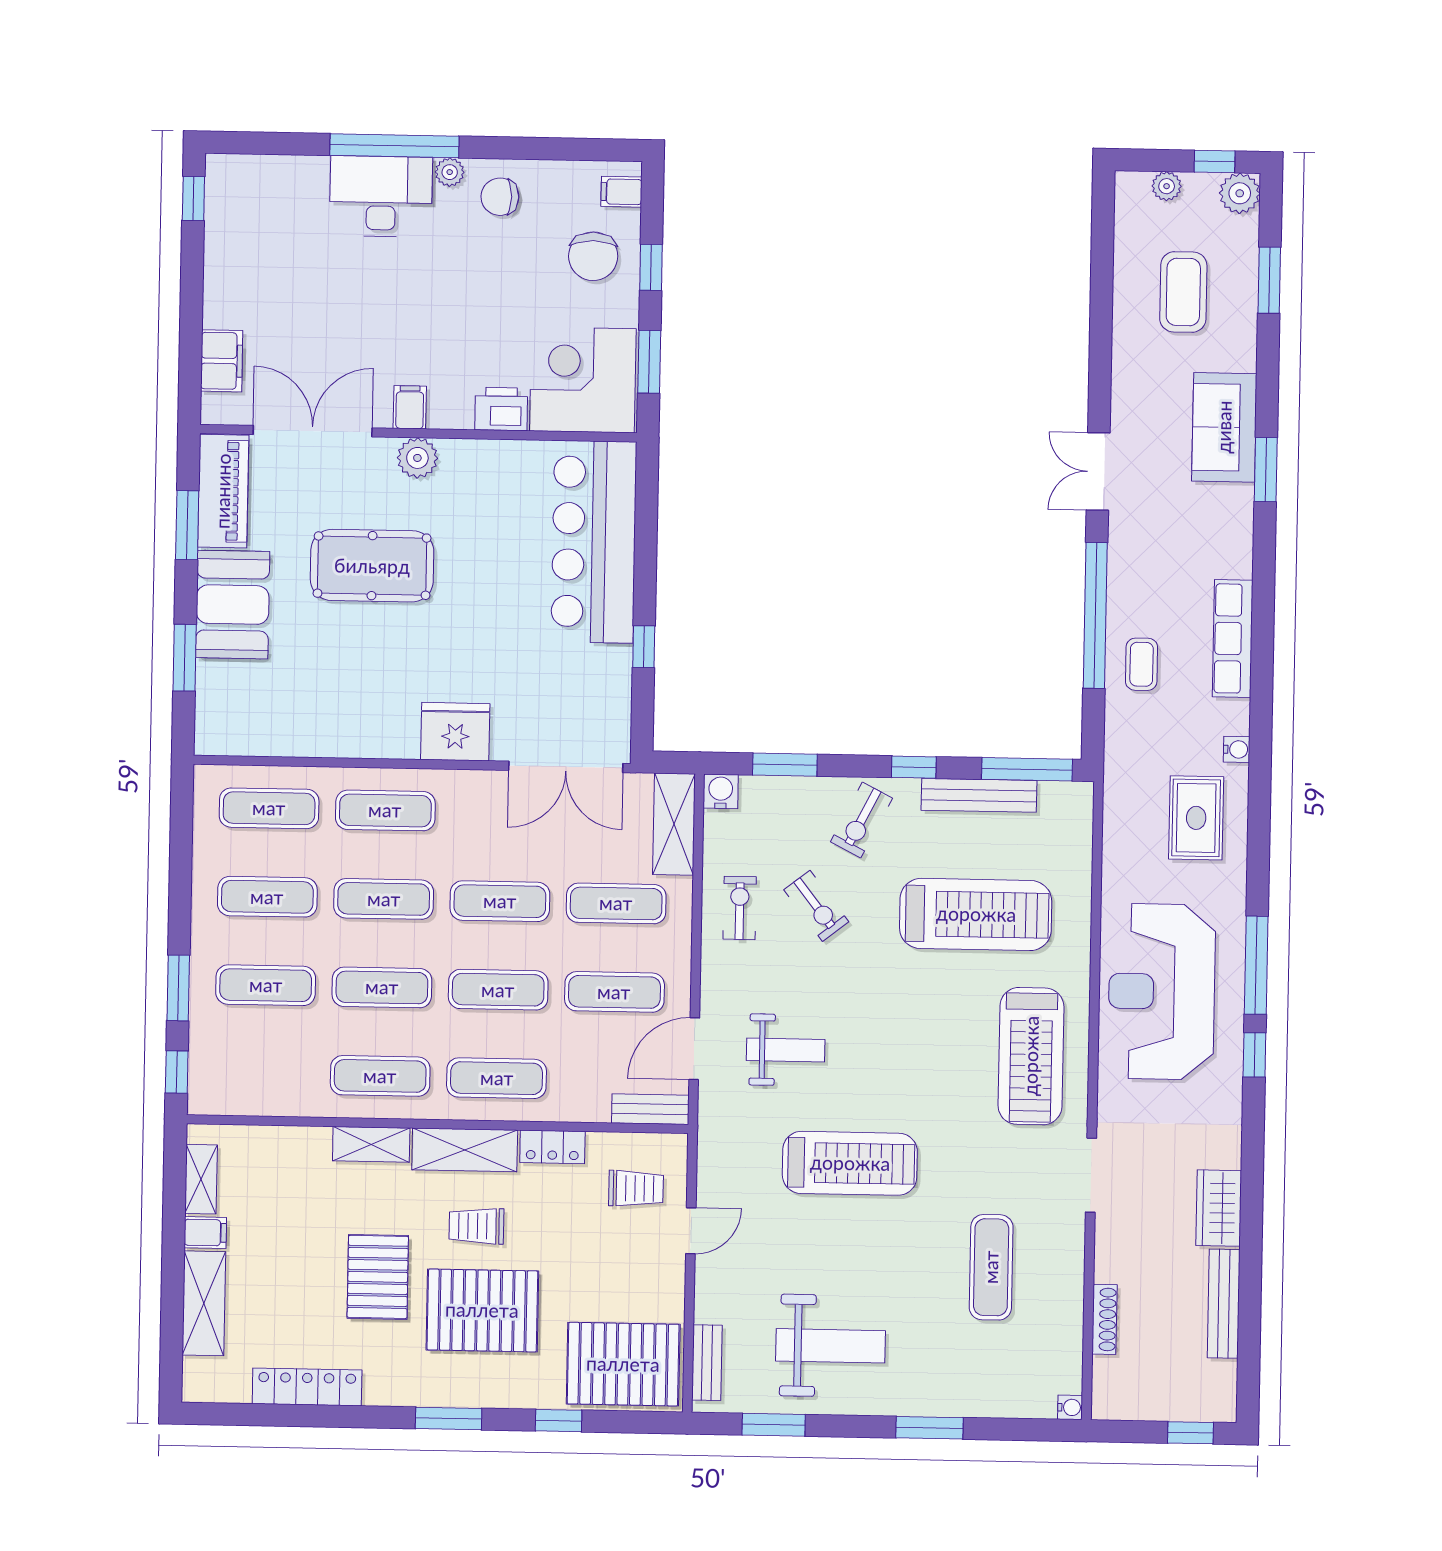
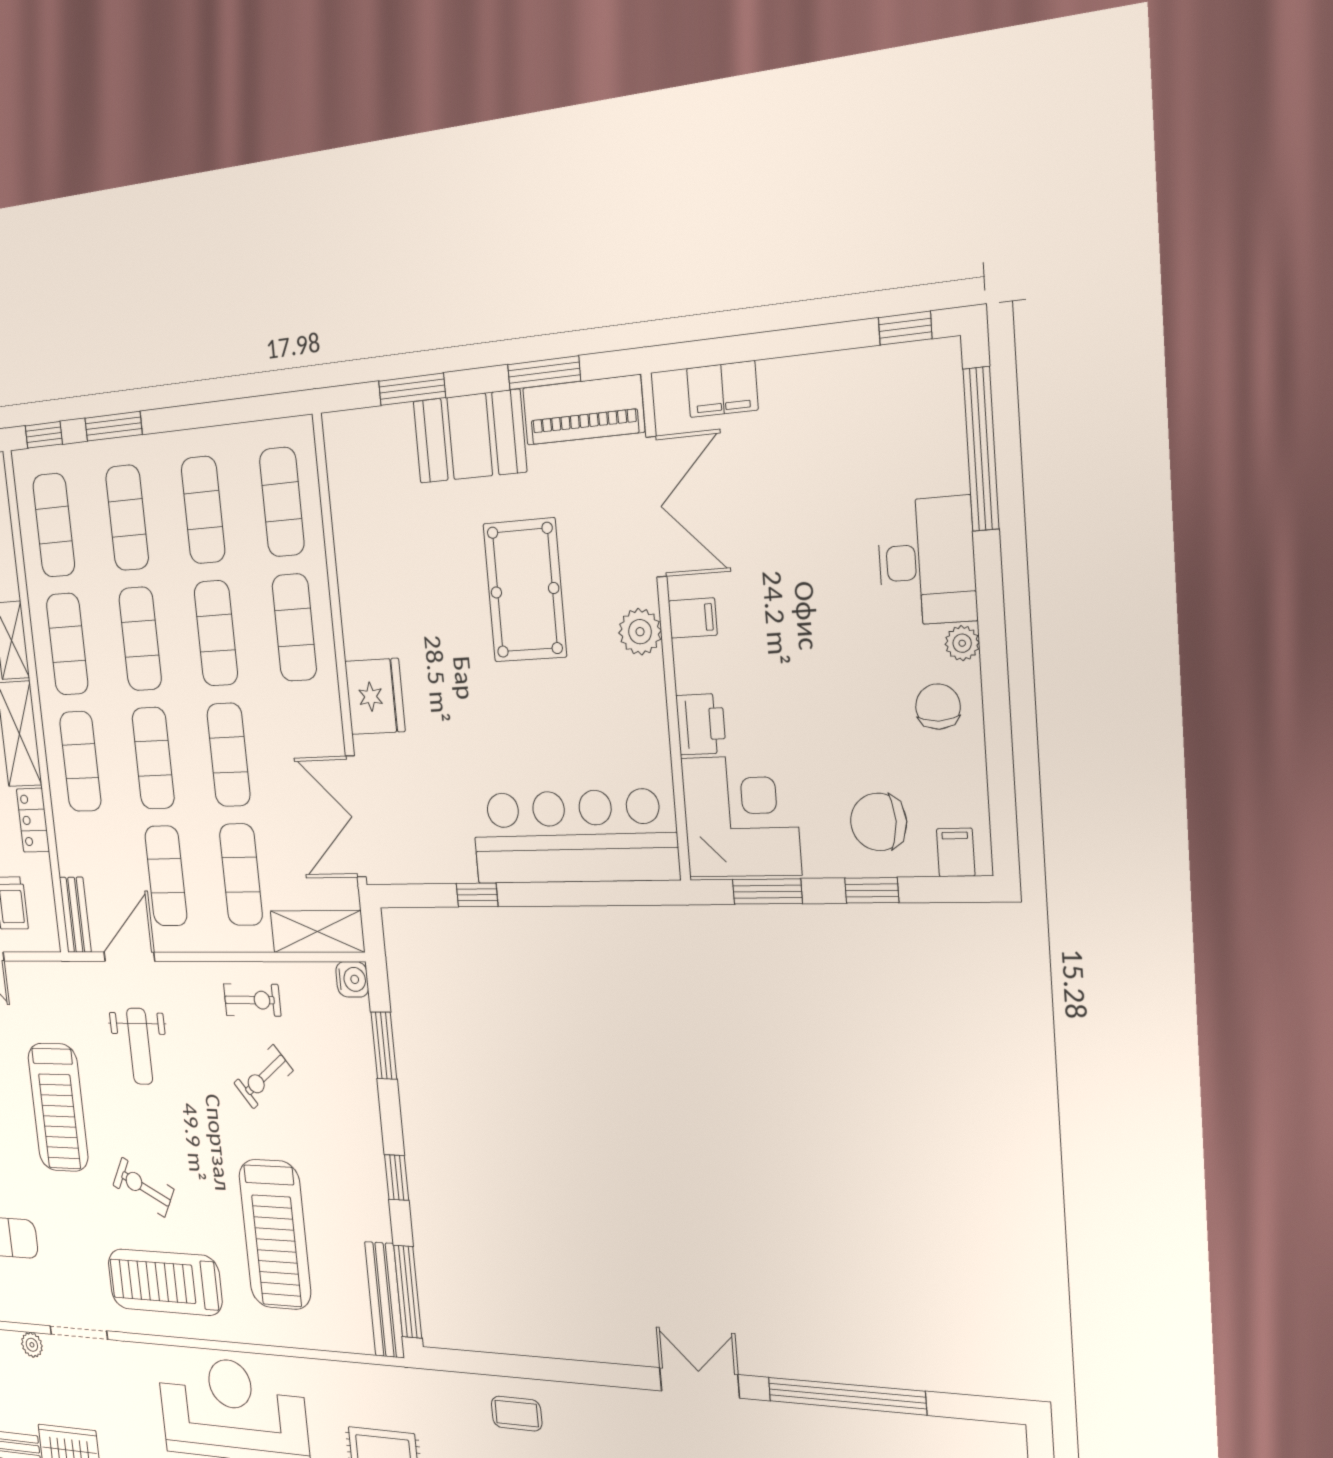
window: (394, 146) -> (981, 449), moved
window: (1095, 615) -> (847, 1396), moved
bench: (979, 795) -> (385, 1300), moved
exercise bike: (862, 820) -> (143, 1187), moved
door: (694, 1049) -> (129, 957), hinge flipped
exercise mat: (264, 1074) -> (54, 525), added
plant: (1108, 1240) -> (32, 1345), added

